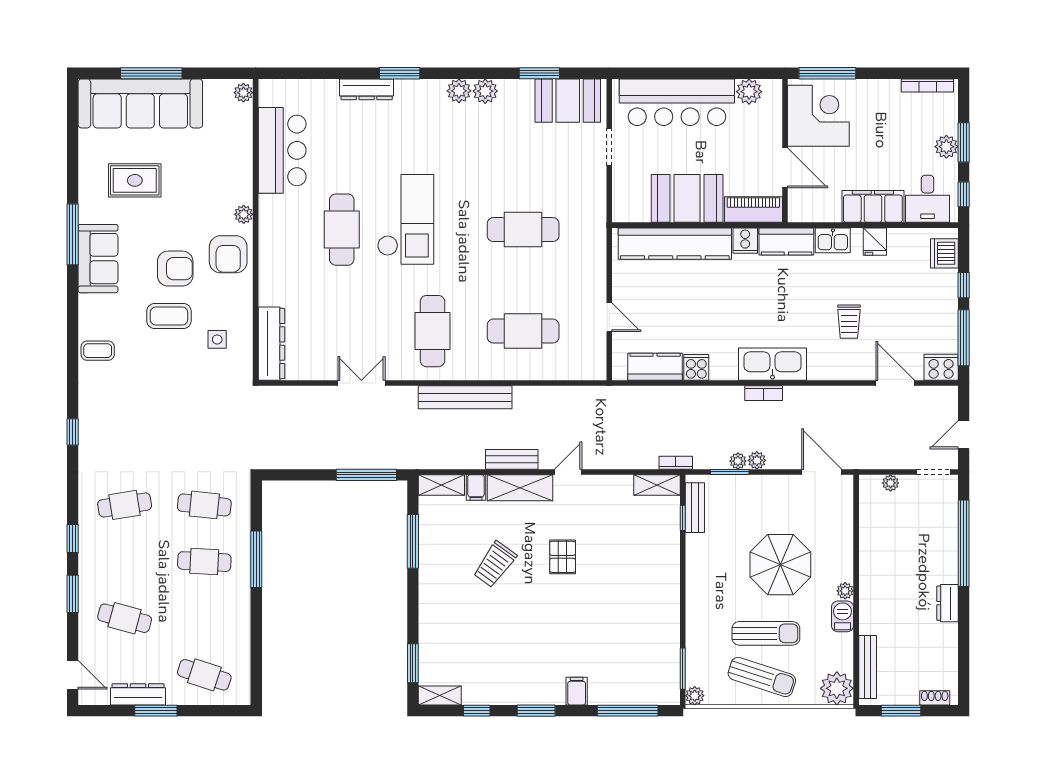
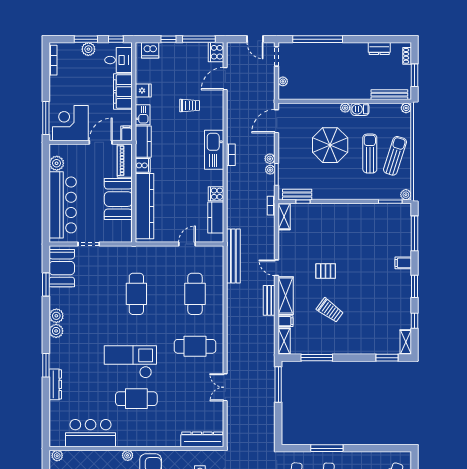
filing cabinet: (801, 213) -> (127, 133), added
bench: (465, 397) -> (233, 256), moved
dresser: (947, 603) -> (379, 48), moved
plant: (837, 688) -> (406, 108), width x0.53, depth x0.53

